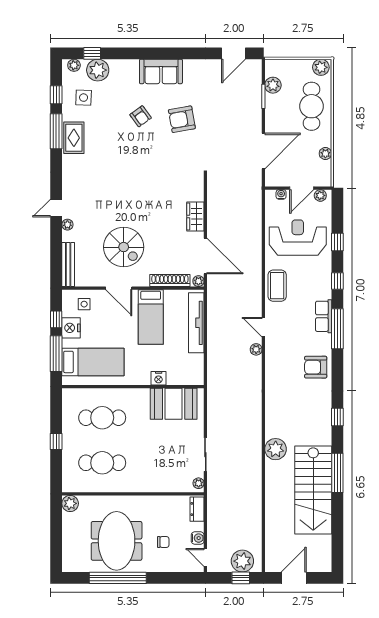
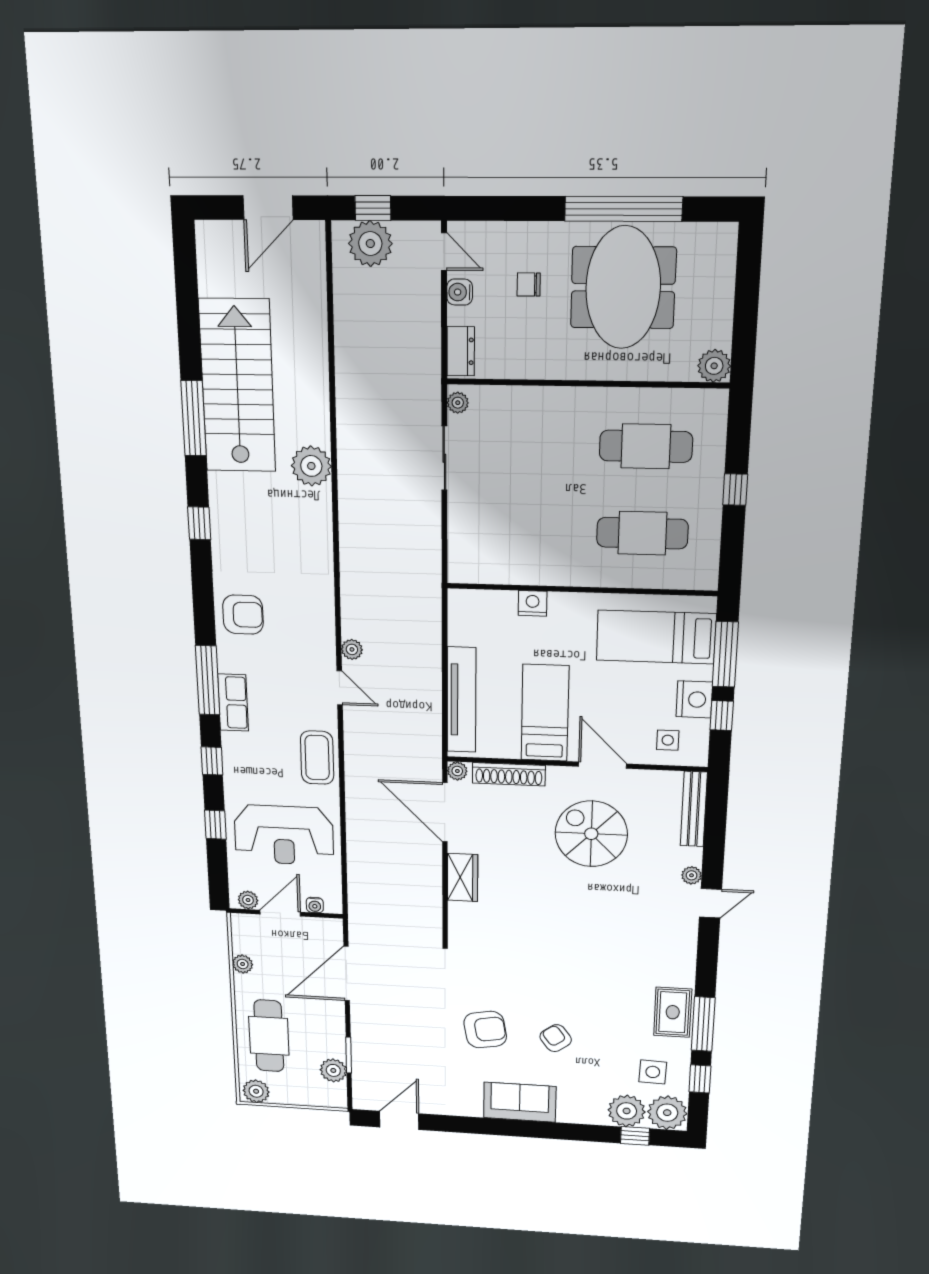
plant: (74, 65) -> (667, 1113), width x1.87, depth x1.87
booth: (174, 404) -> (505, 556), removed

